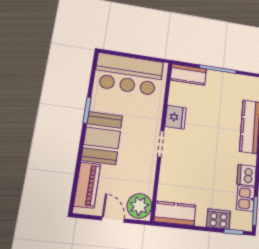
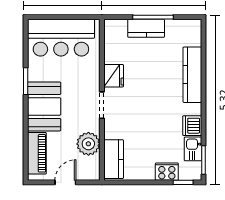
kitchen counter: (188, 75) -> (146, 28), moved
plant: (139, 206) -> (88, 144), moved
kitchen counter: (175, 213) -> (114, 159), moved, turned 90
door: (113, 219) -> (65, 182), hinge flipped

